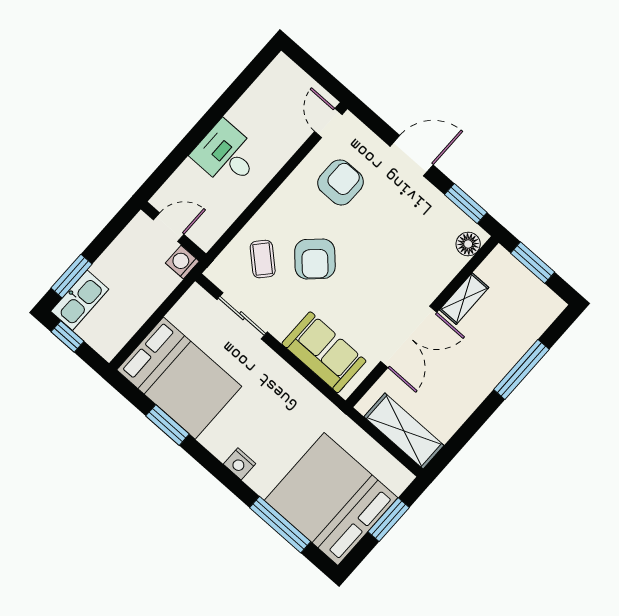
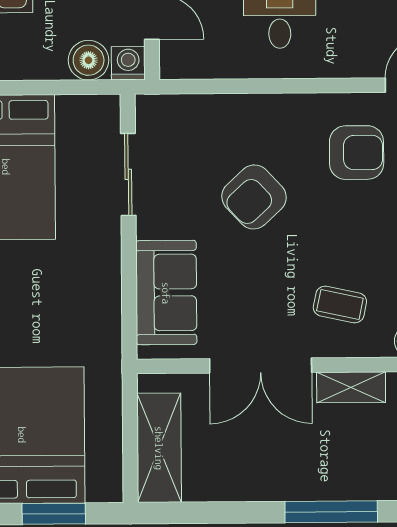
coffee table: (263, 259) -> (340, 304), moved, turned 60
boiler: (161, 282) -> (89, 60), added

